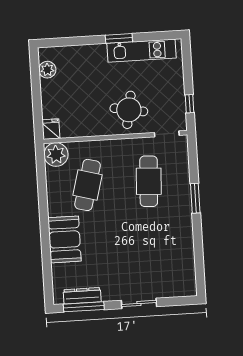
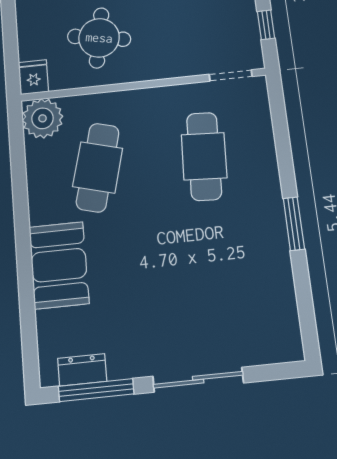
round table: (129, 110) -> (99, 38), moved
window: (195, 198) -> (294, 224), moved
dresser: (82, 296) -> (82, 370), width x0.70
sliding door: (139, 303) -> (198, 380), width x1.37

